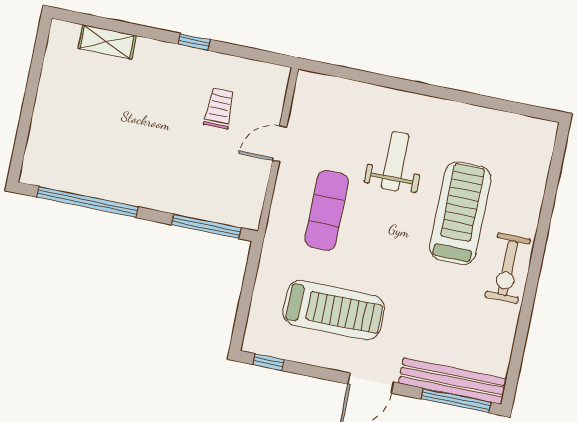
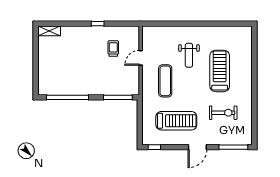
shelving: (107, 42) -> (49, 31), moved
weight bench: (395, 161) -> (189, 55), turned 180
exercise bike: (508, 268) -> (223, 113), moved, turned -90
bench: (452, 381) -> (230, 140), removed

